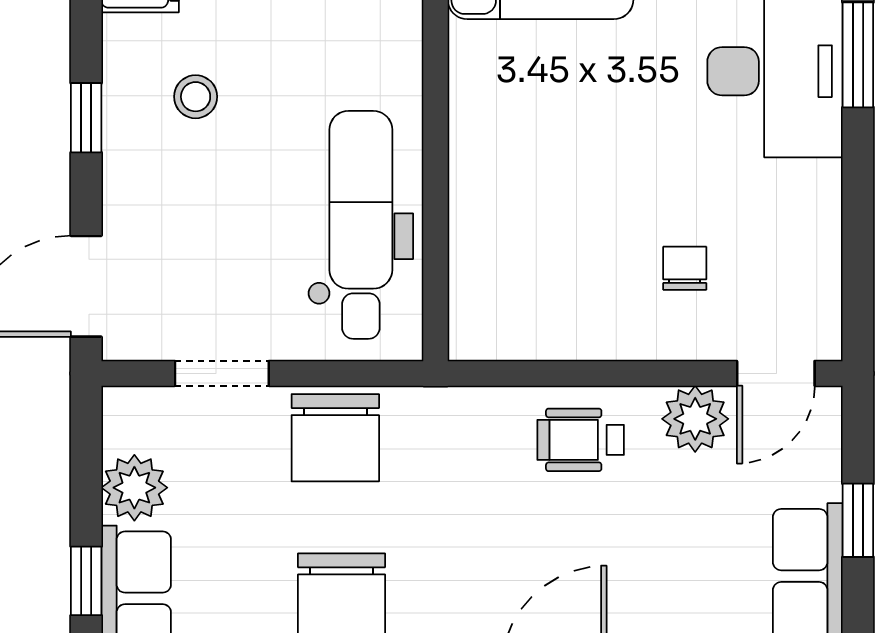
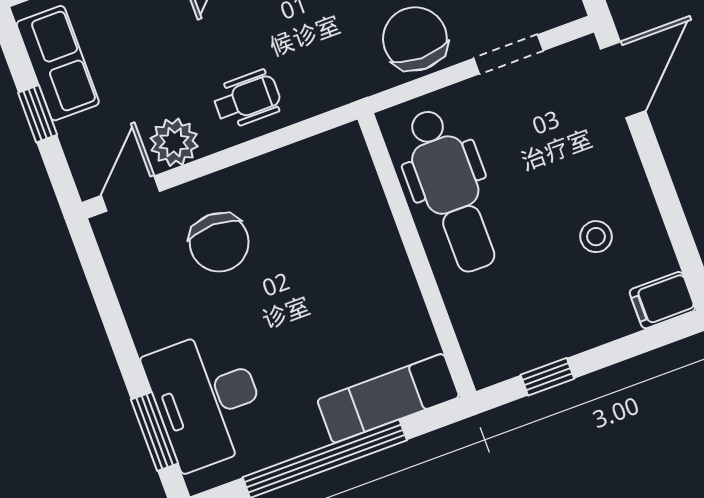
window: (86, 118) -> (665, 195), removed
chair: (685, 268) -> (219, 242), width x1.87, depth x1.87

